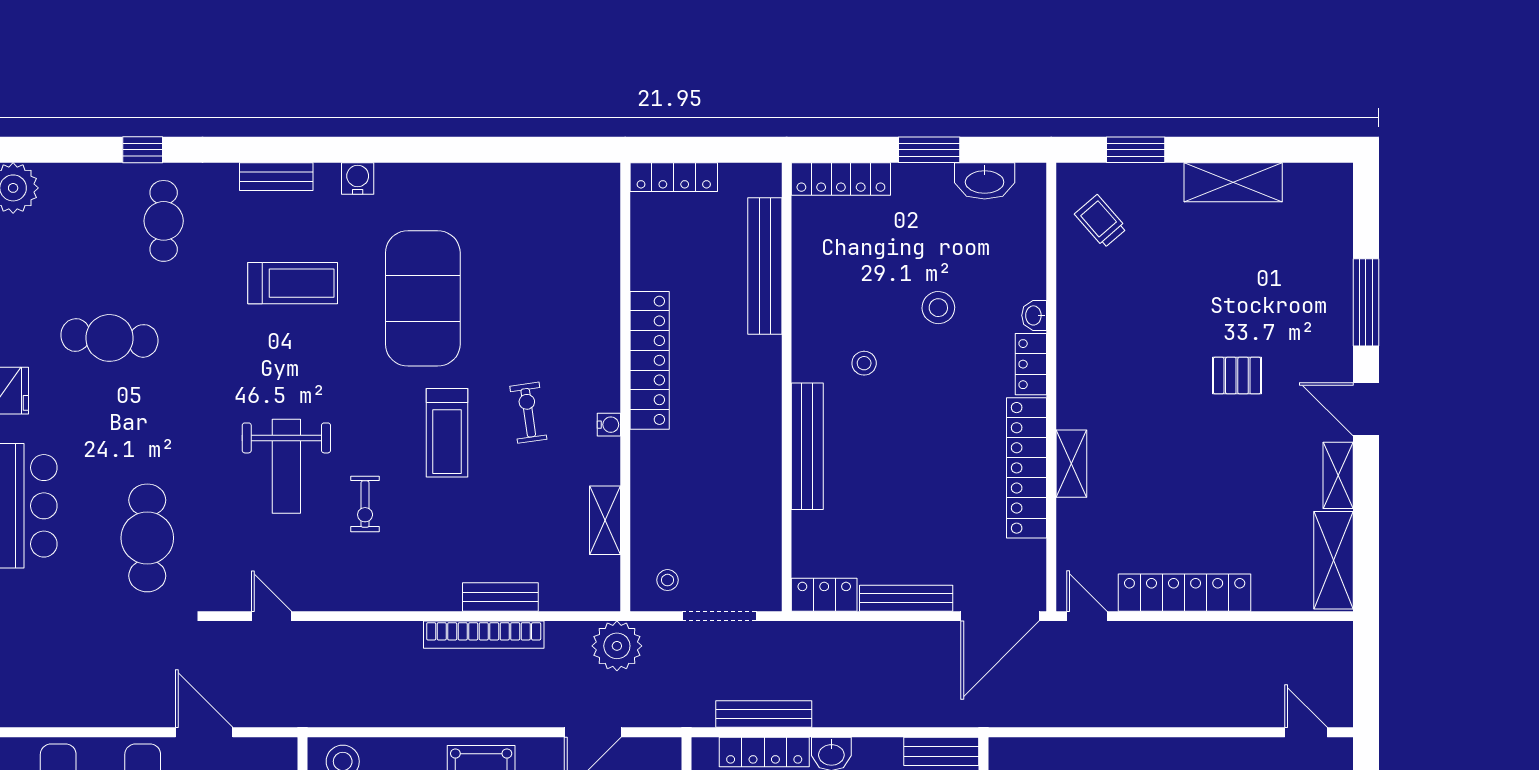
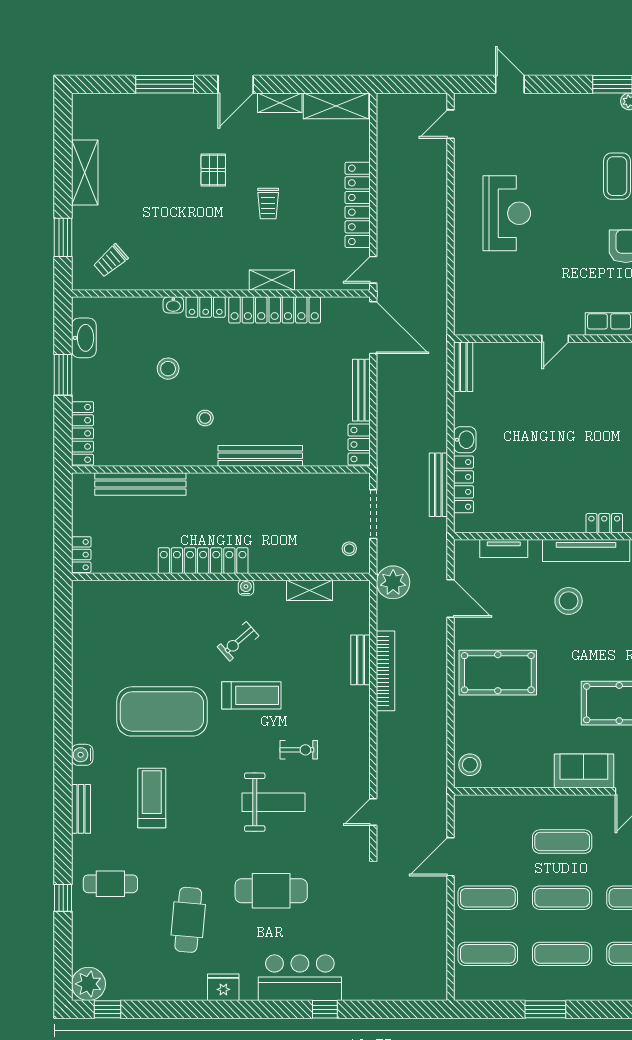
locker: (674, 177) -> (81, 555), width x0.66
exercise bike: (528, 413) -> (238, 641), turned -33
trolley: (1187, 458) -> (268, 204), added
cafe table: (147, 538) -> (271, 891), moved

